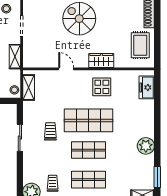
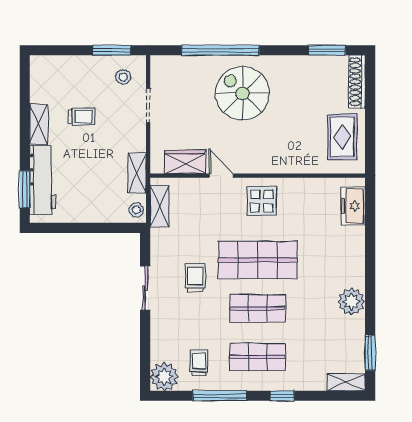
shelving: (15, 57) -> (137, 173), moved
wardrobe: (101, 60) -> (185, 162), moved
display table: (102, 87) -> (262, 201), moved

